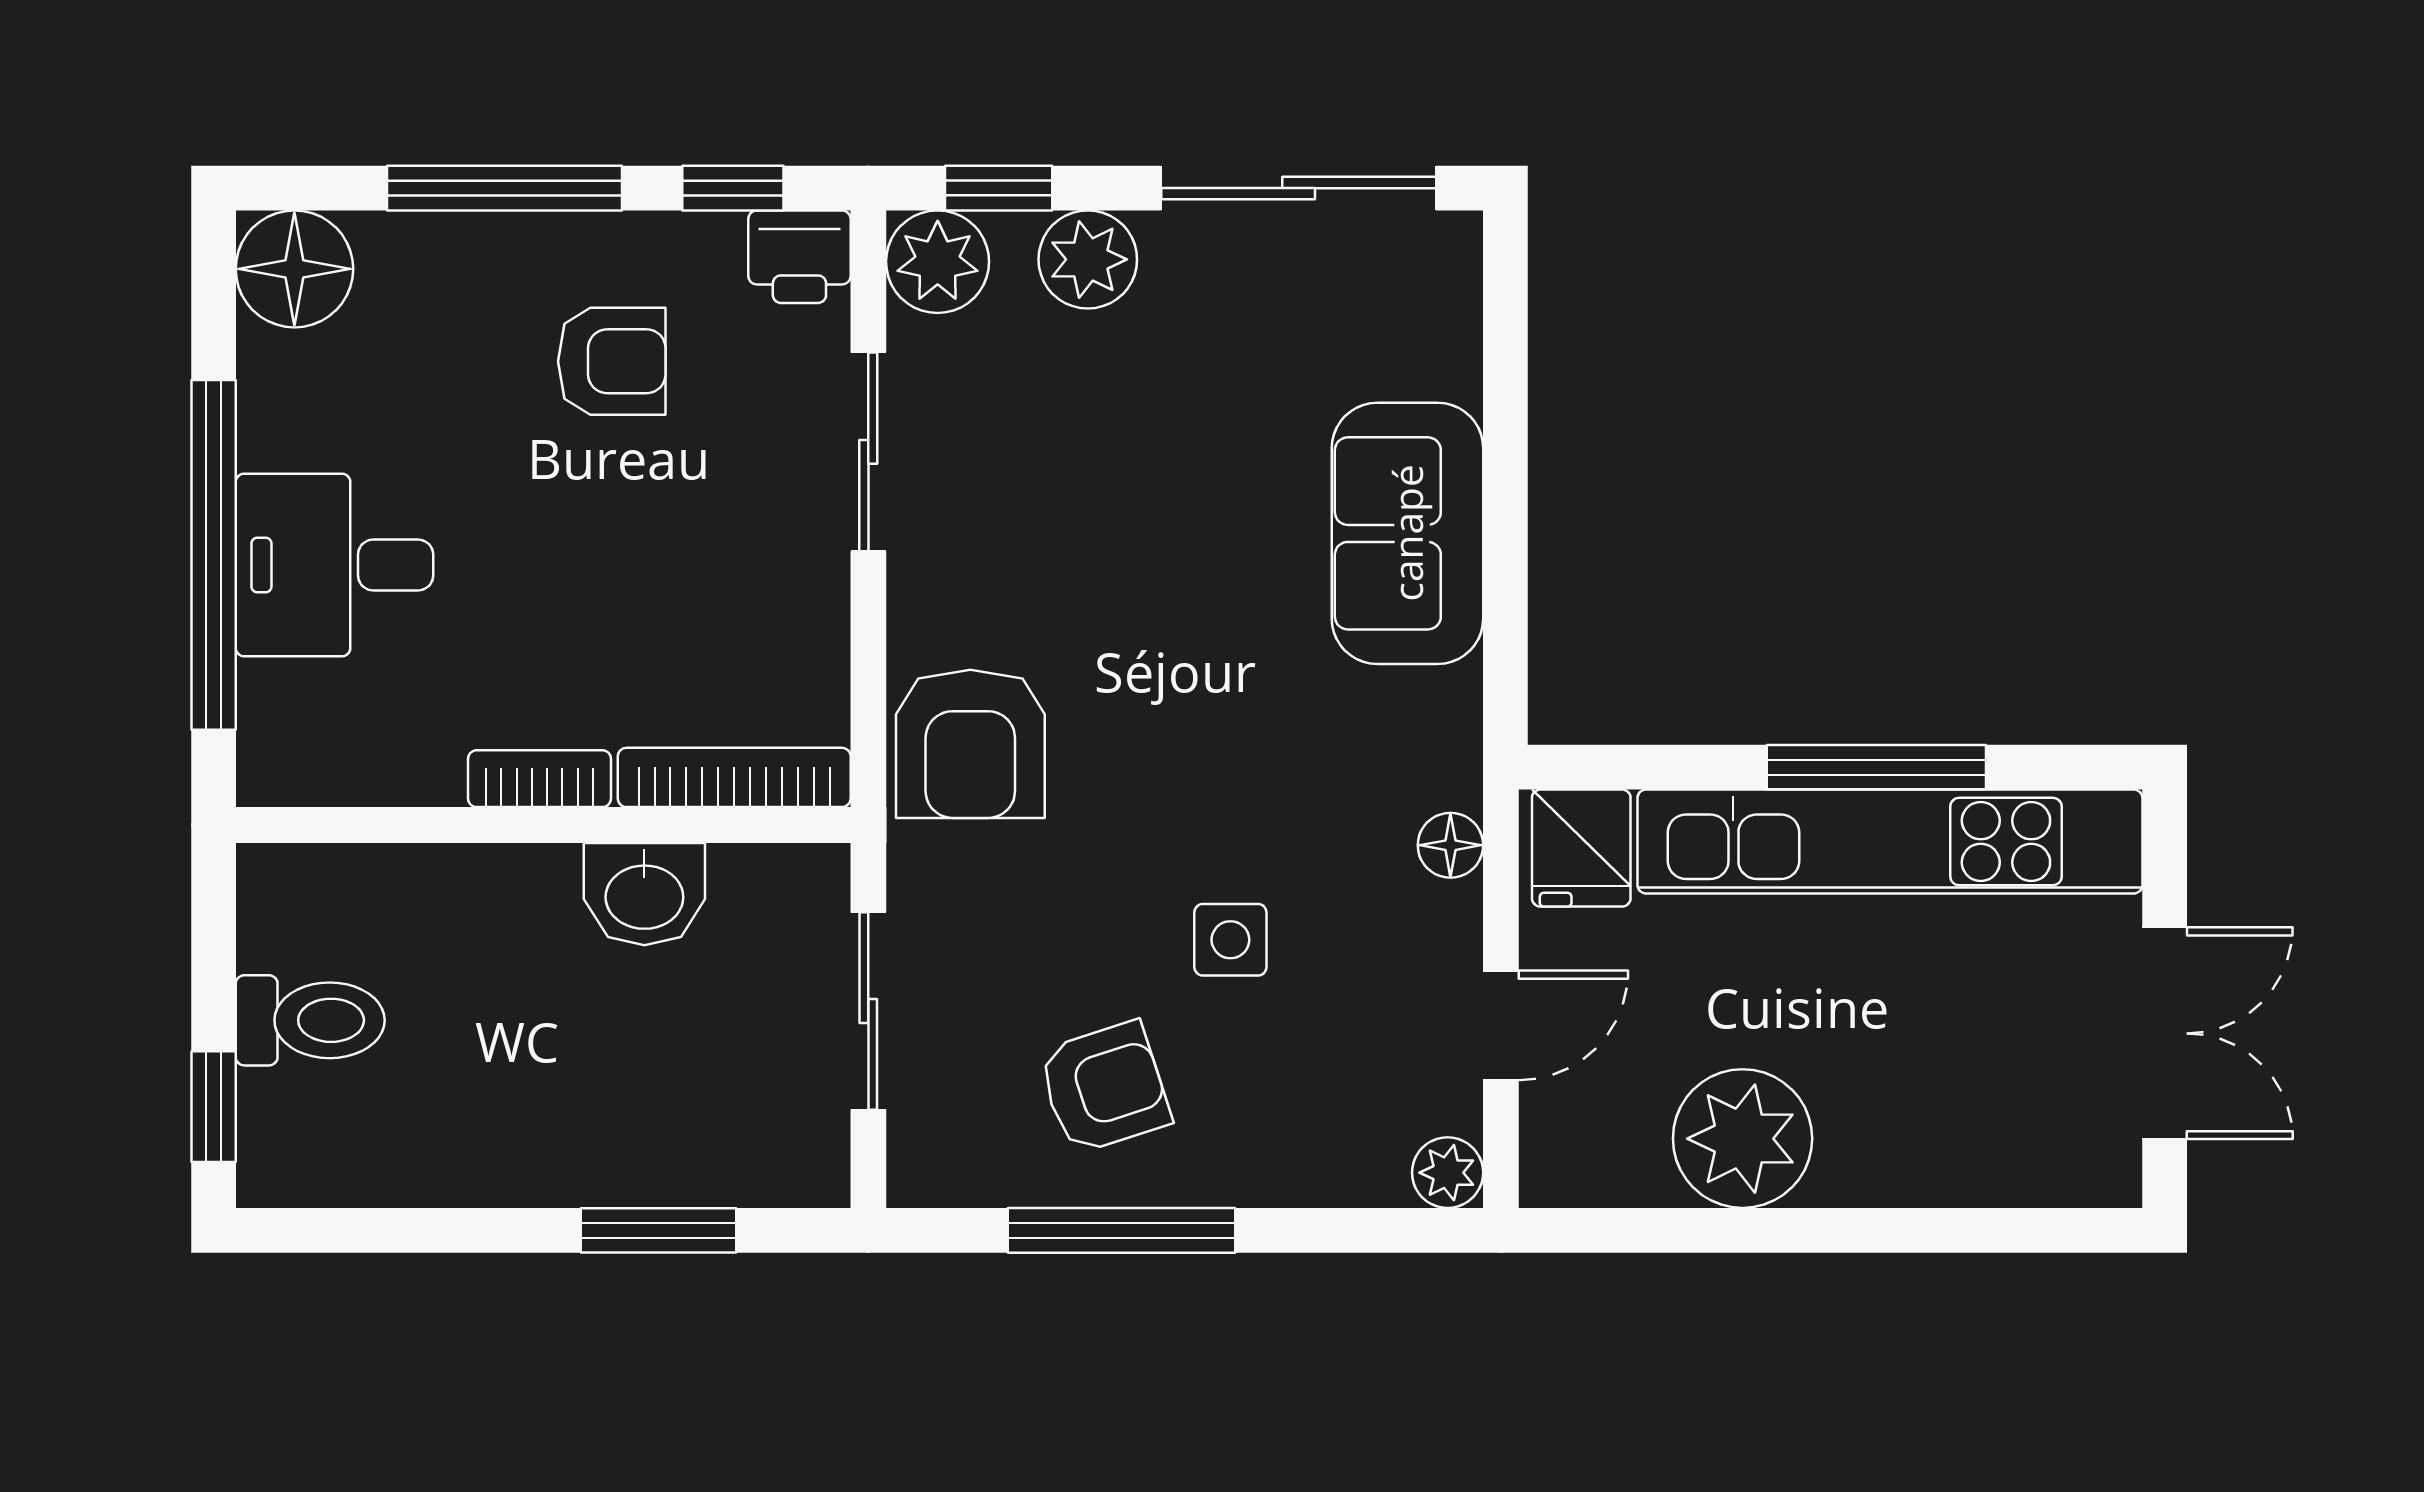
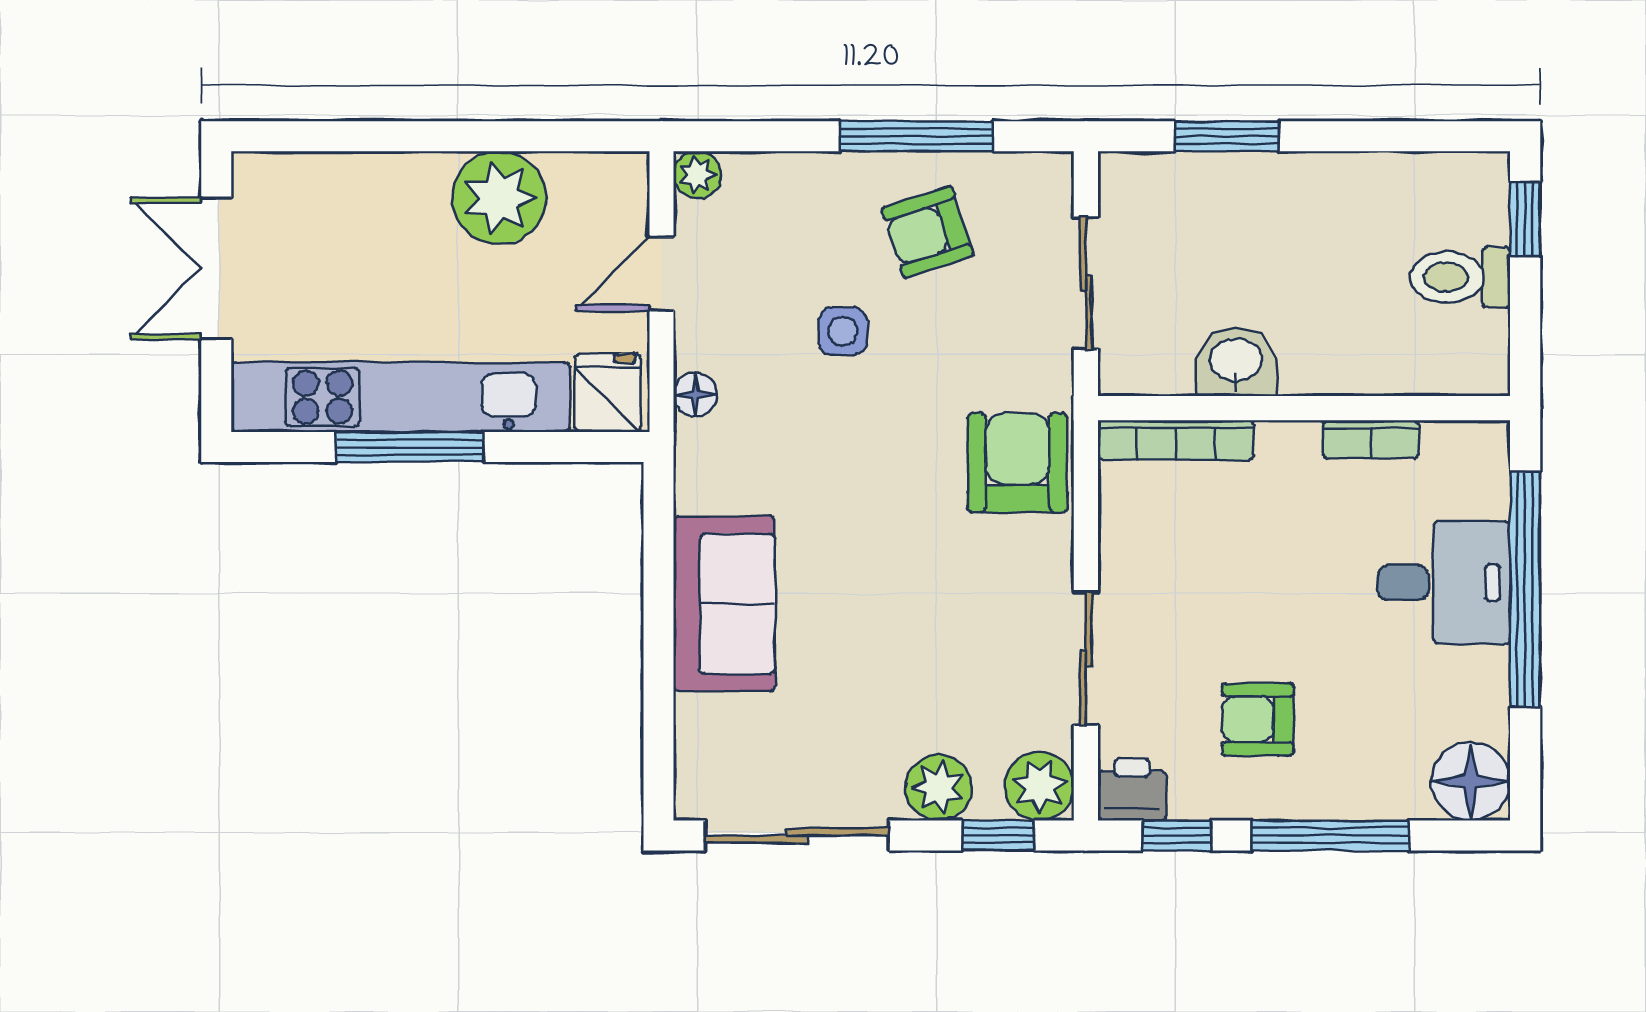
bookcase: (540, 779) -> (1371, 439), moved

